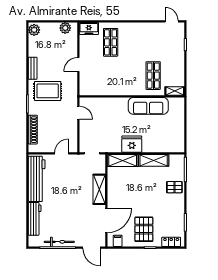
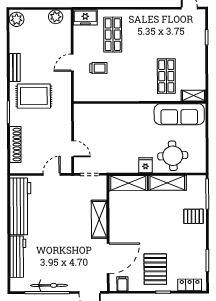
trolley: (99, 69) -> (98, 68), added
sofa: (148, 106) -> (179, 114), moved
door: (78, 113) -> (73, 149), moved
round table: (158, 139) -> (173, 156), added
fridge: (132, 144) -> (146, 165), width x0.53, depth x0.75

